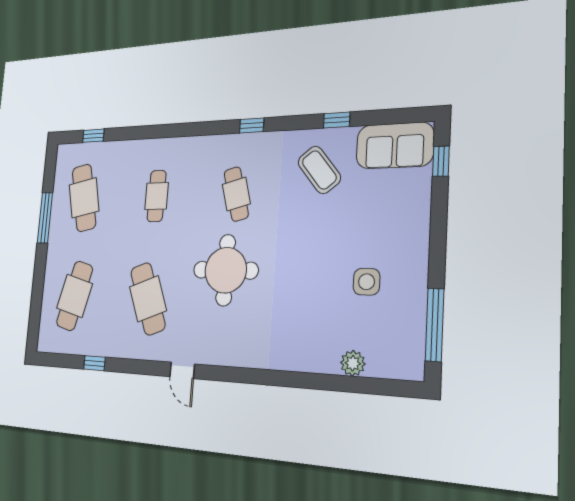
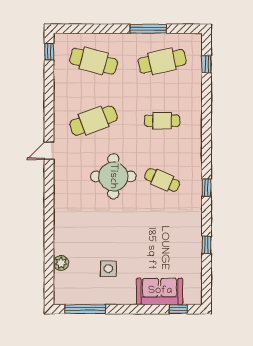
sofa: (395, 145) -> (160, 291), moved, turned 90
coffee table: (319, 170) -> (176, 235), removed
cafe table: (236, 194) -> (162, 180), turned 39
window: (94, 363) -> (49, 52), moved

